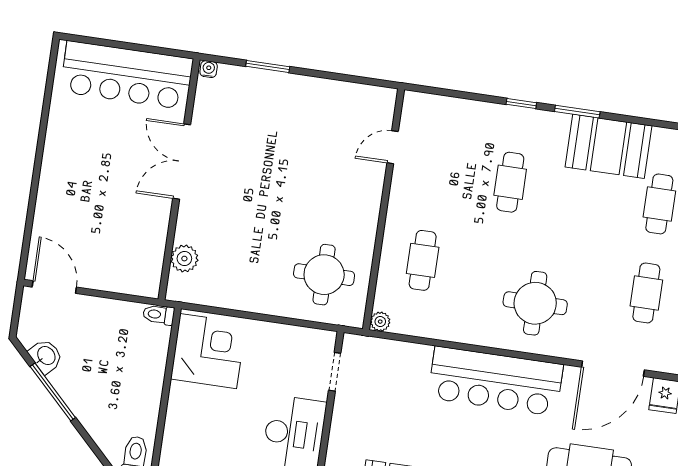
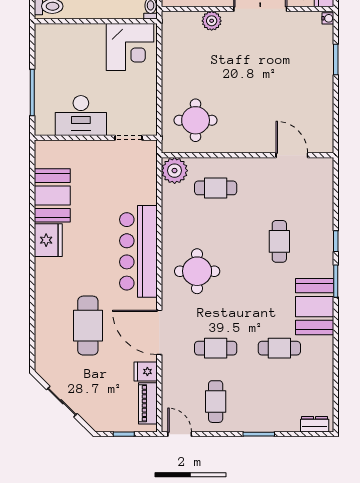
door: (393, 147) -> (292, 155), width x1.37
cafe table: (510, 182) -> (279, 241), turned 90
plant: (184, 259) -> (212, 21), moved
plant: (380, 322) -> (175, 171), width x1.88, depth x1.88

